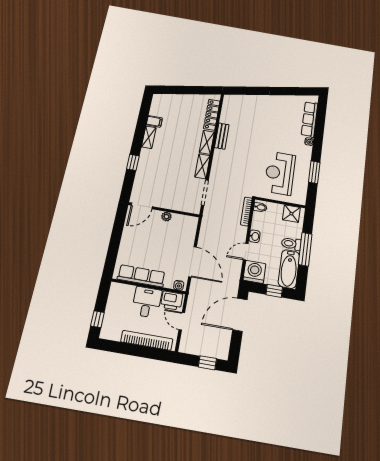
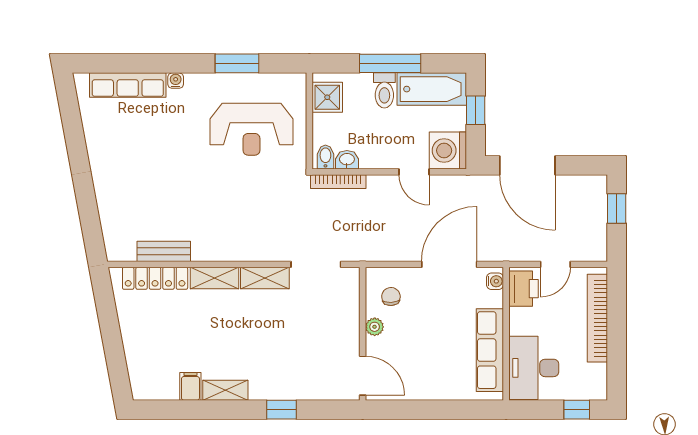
bench: (222, 136) -> (164, 251), moved
chair: (181, 228) -> (391, 297), added
washbasin: (255, 236) -> (347, 160), moved
desk: (147, 302) -> (534, 368), moved, width x1.37

